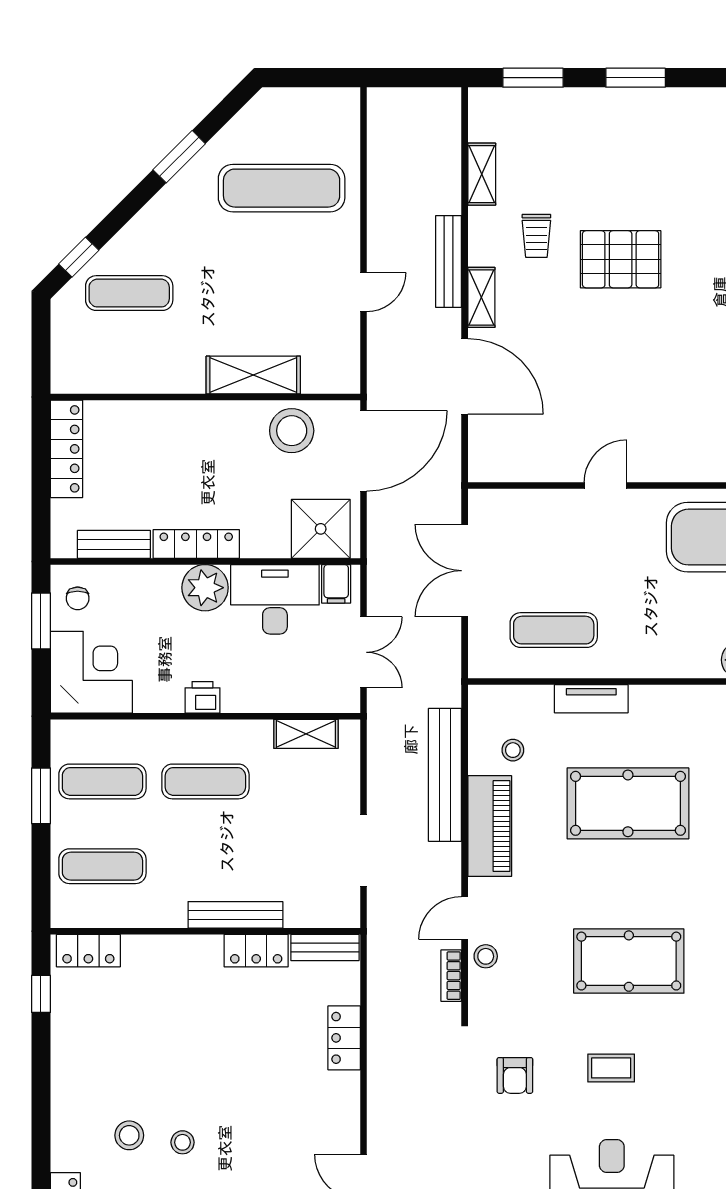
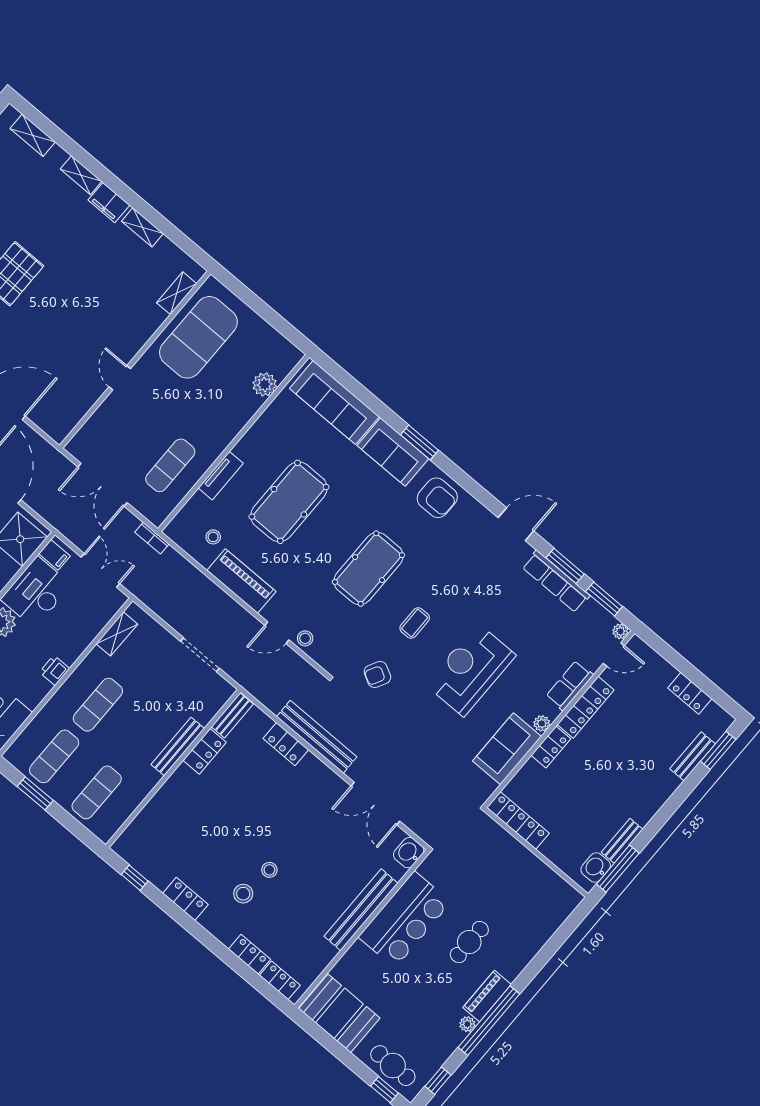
bench: (445, 775) -> (317, 737), moved
door: (465, 918) -> (277, 633), hinge flipped
locker: (88, 951) -> (186, 899), moved, turned -90
bookcase: (451, 976) -> (152, 538), moved
armchair: (515, 1075) -> (377, 674), turned 118

